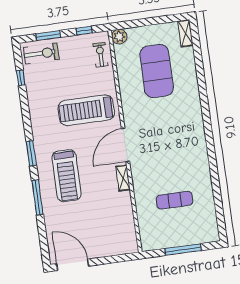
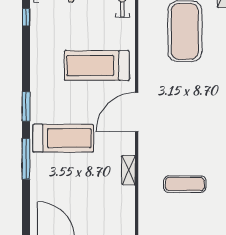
treadmill: (67, 176) -> (63, 138), turned -90
shelving: (123, 178) -> (129, 170), moved

